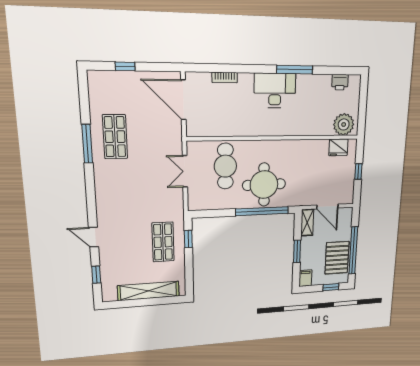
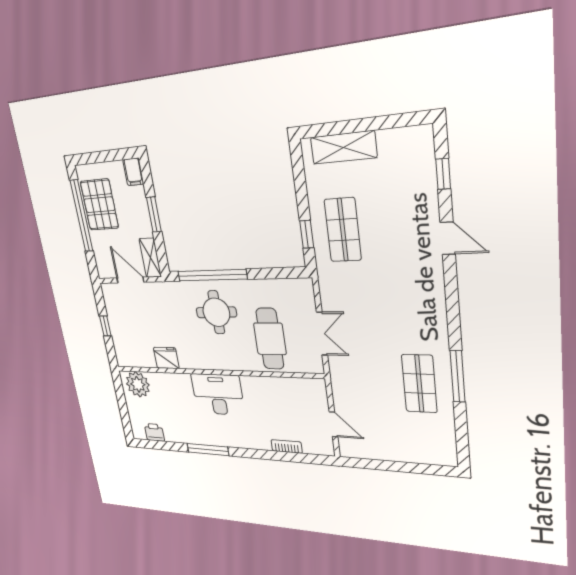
window: (125, 66) -> (409, 468), removed
desk: (275, 90) -> (218, 394), moved, turned 180
door: (183, 100) -> (333, 424), width x0.53
fridge: (338, 147) -> (166, 358), moved
round table: (264, 185) -> (216, 312), width x0.73, depth x0.73
window: (331, 287) -> (96, 157), removed
shelving: (149, 291) -> (343, 147), width x0.68

